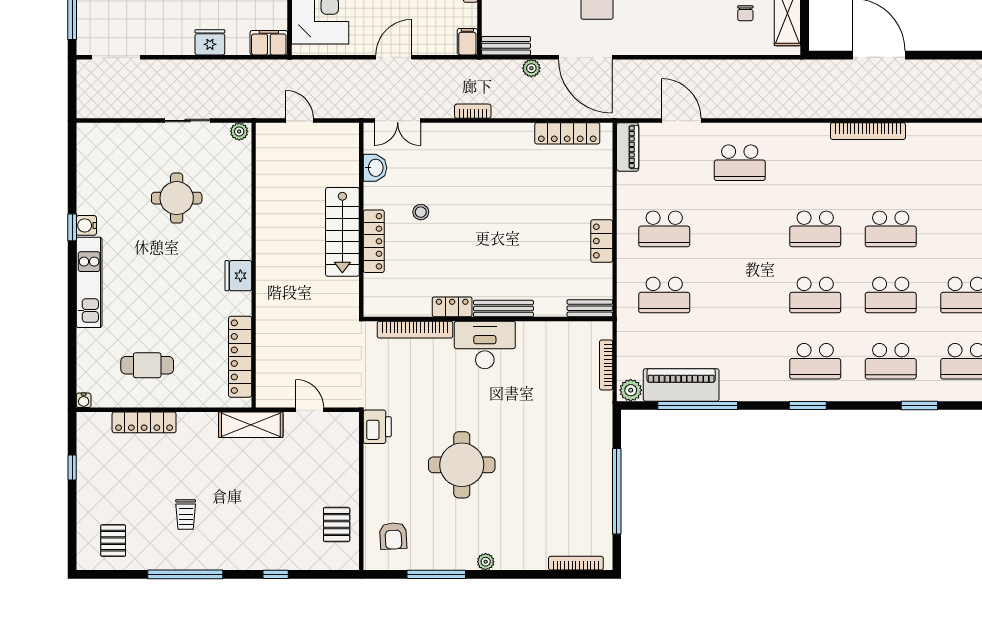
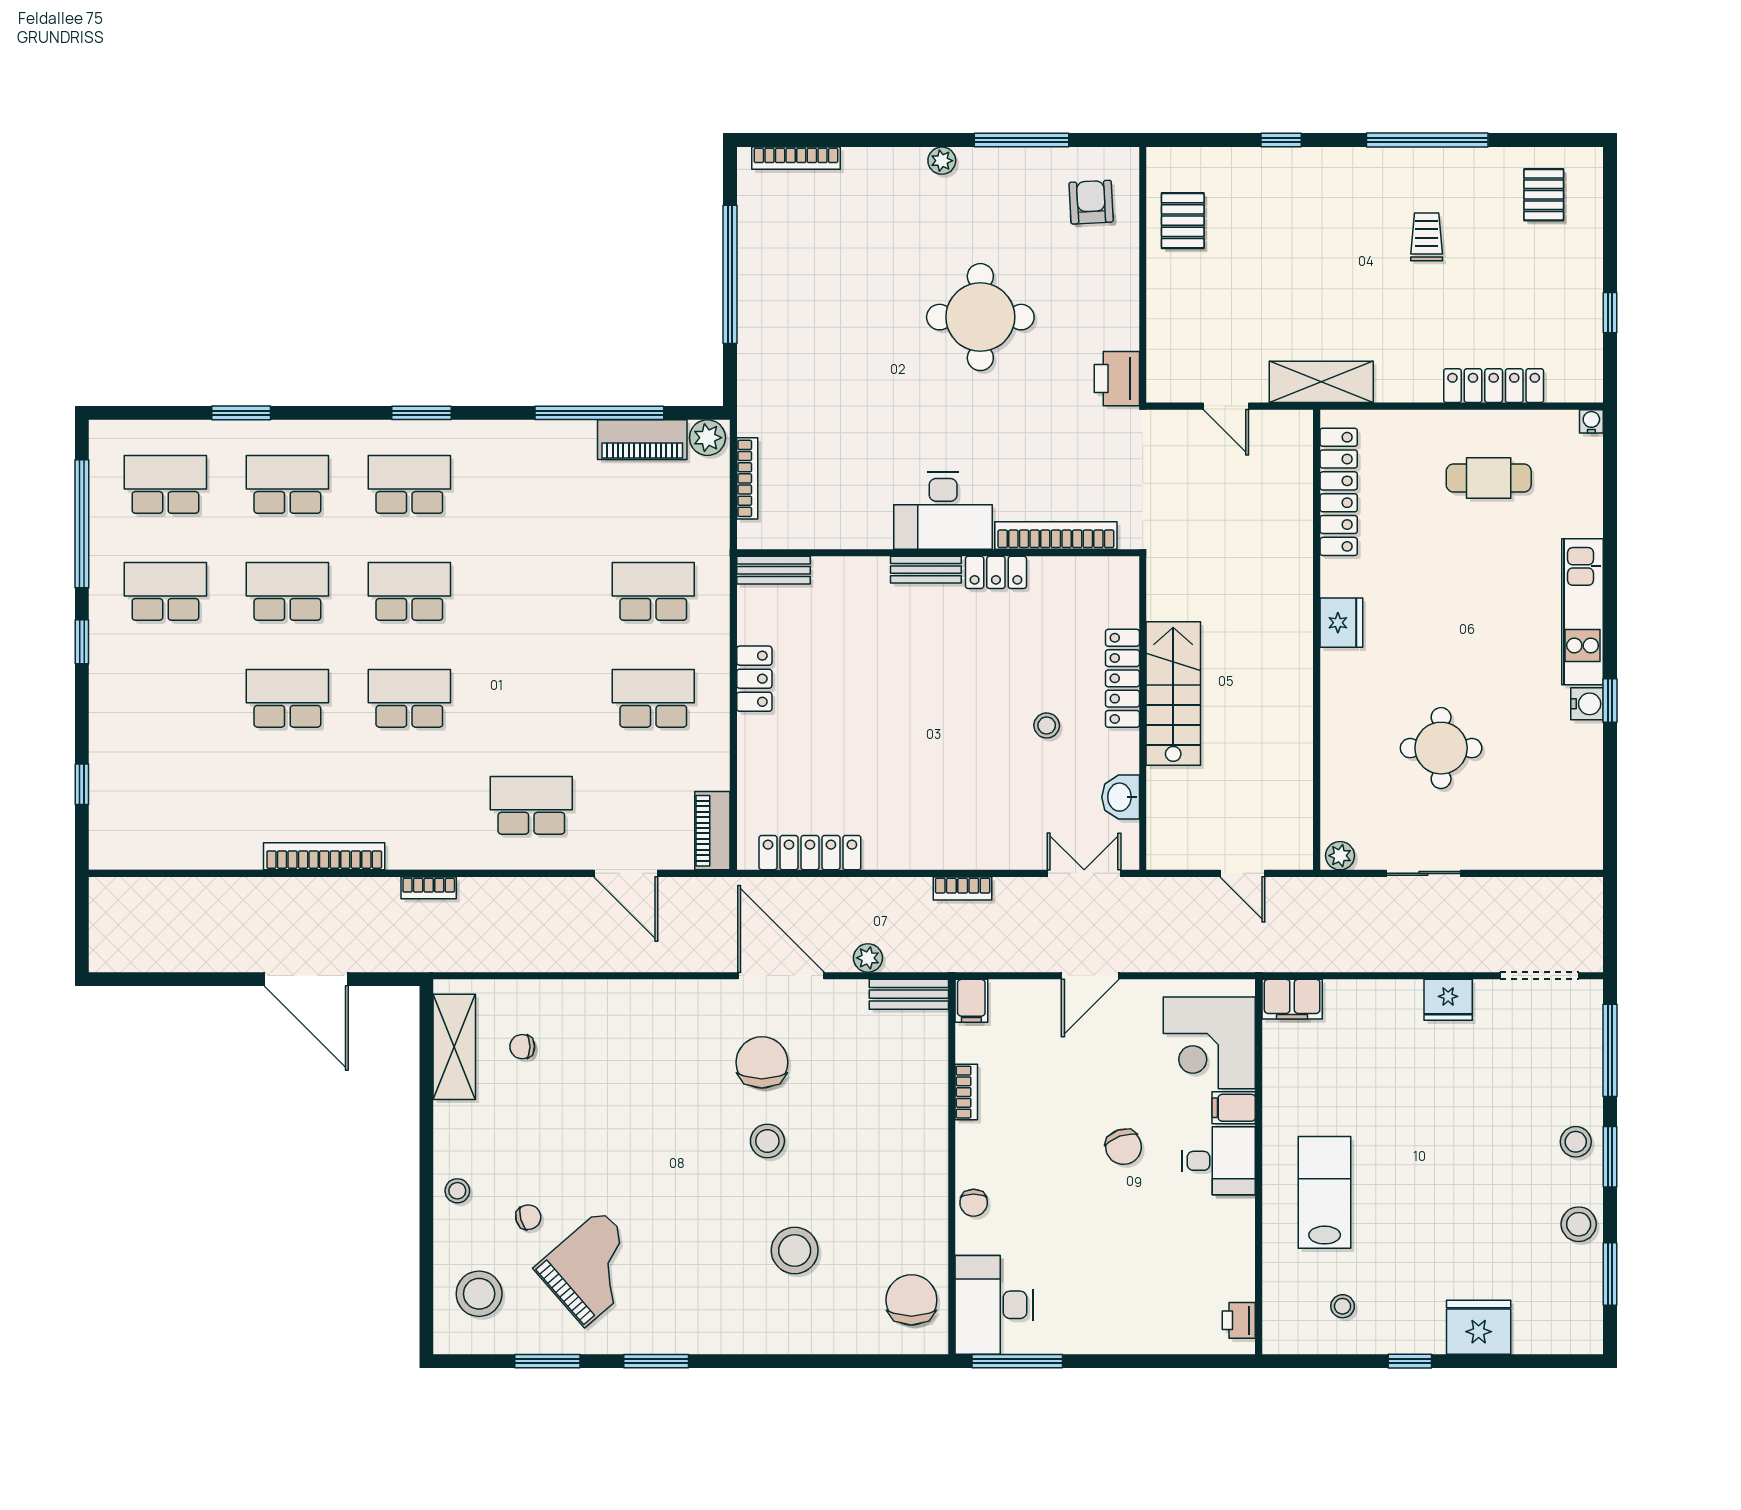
chair: (745, 13) -> (522, 1047), turned -90
fridge: (210, 42) -> (1448, 1000), moved
bookcase: (803, 112) -> (429, 888), added
bench: (503, 308) -> (926, 570), width x0.73
piano: (681, 385) -> (642, 440), width x0.73, depth x0.75

